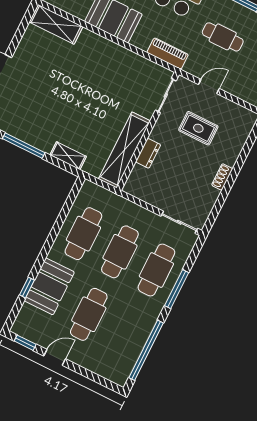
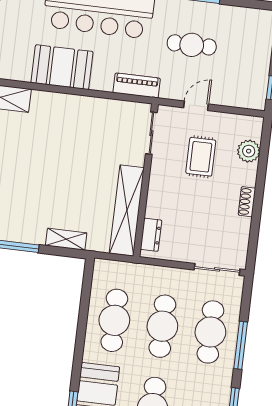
rug: (198, 128) -> (201, 157), turned 90
plant: (238, 137) -> (249, 151), added
dresser: (148, 153) -> (151, 235), moved

